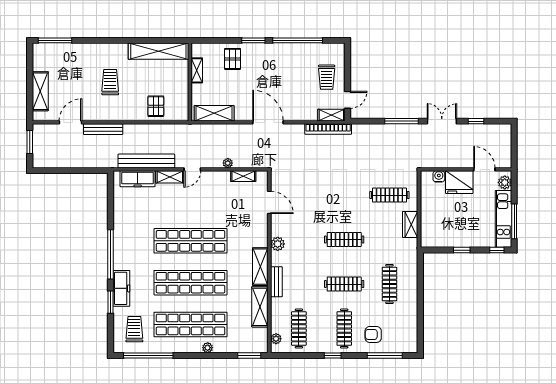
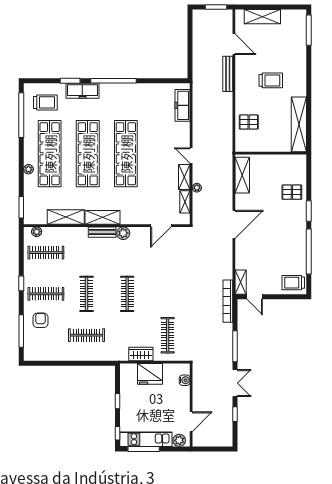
shelving: (197, 70) -> (281, 159), removed
trolley: (327, 77) -> (293, 283), moved
bookcase: (328, 129) -> (228, 301), moved
bench: (146, 161) -> (199, 113), removed
shelving: (170, 177) -> (184, 177), moved
fridge: (459, 182) -> (150, 374), moved, turned -90
bench: (276, 282) -> (102, 232), moved

